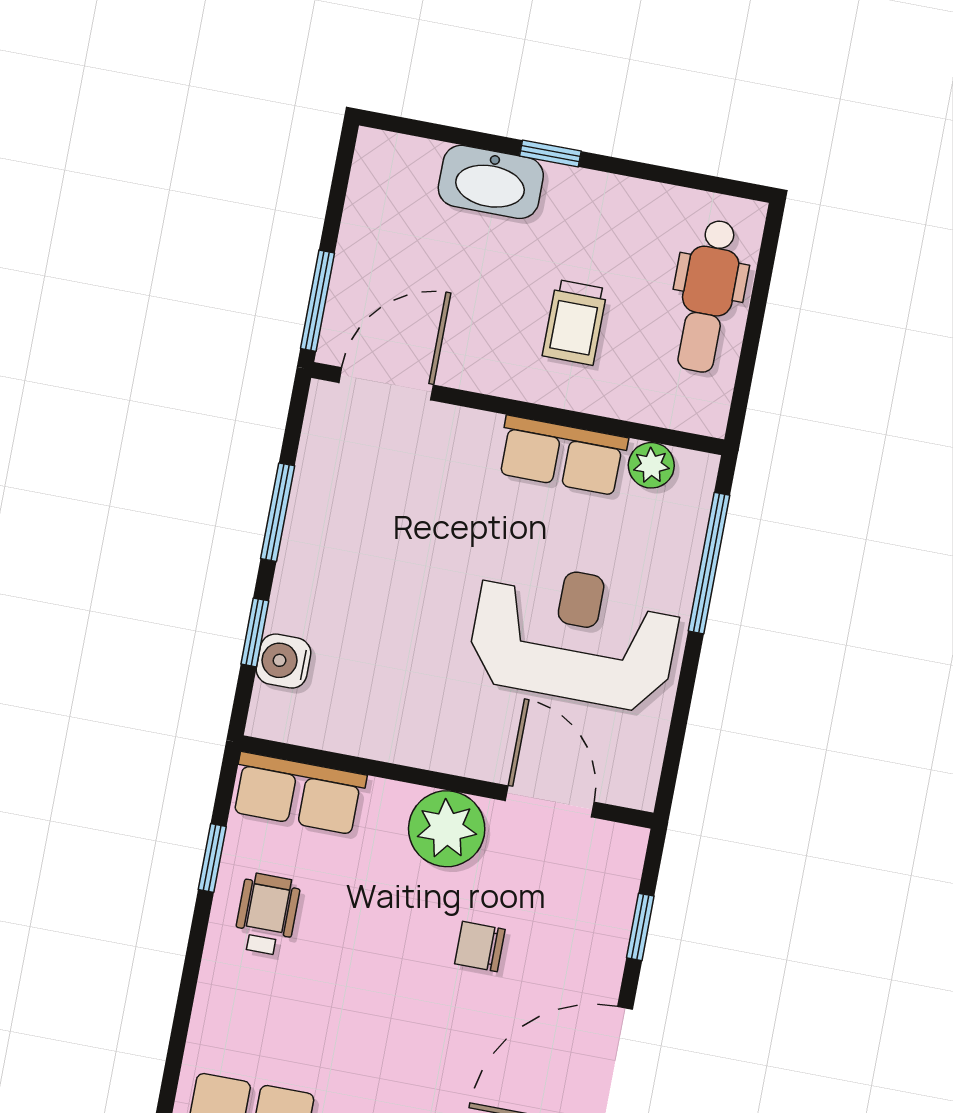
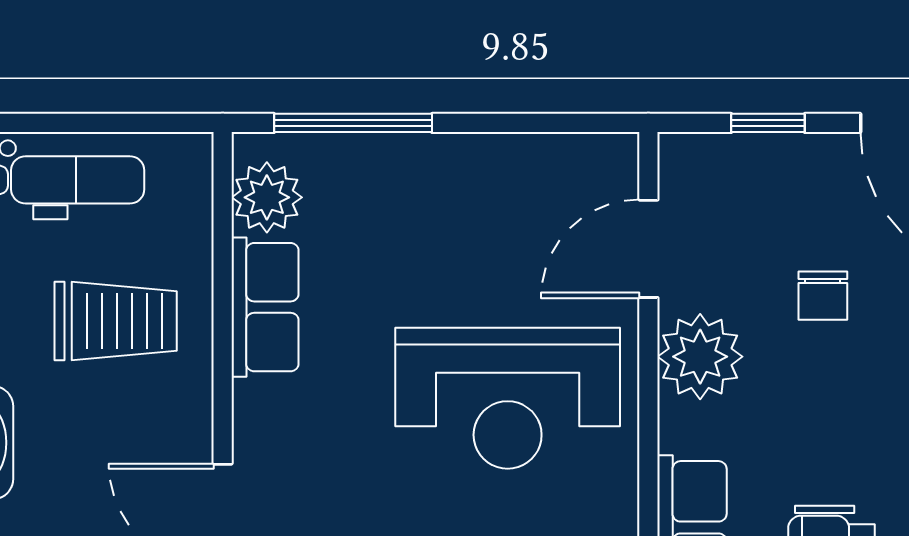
trolley: (575, 322) -> (116, 321), width x1.36, depth x1.39
plant: (651, 465) -> (267, 197), width x1.38, depth x1.38
reception desk: (574, 636) -> (508, 398), moved, turned -90

